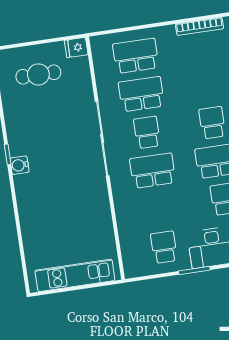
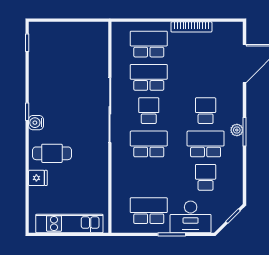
bookcase: (199, 26) -> (191, 27), moved
fridge: (76, 48) -> (38, 178), moved, turned 180
cafe table: (38, 74) -> (52, 153), moved
school desk: (164, 247) -> (149, 211), width x1.85

